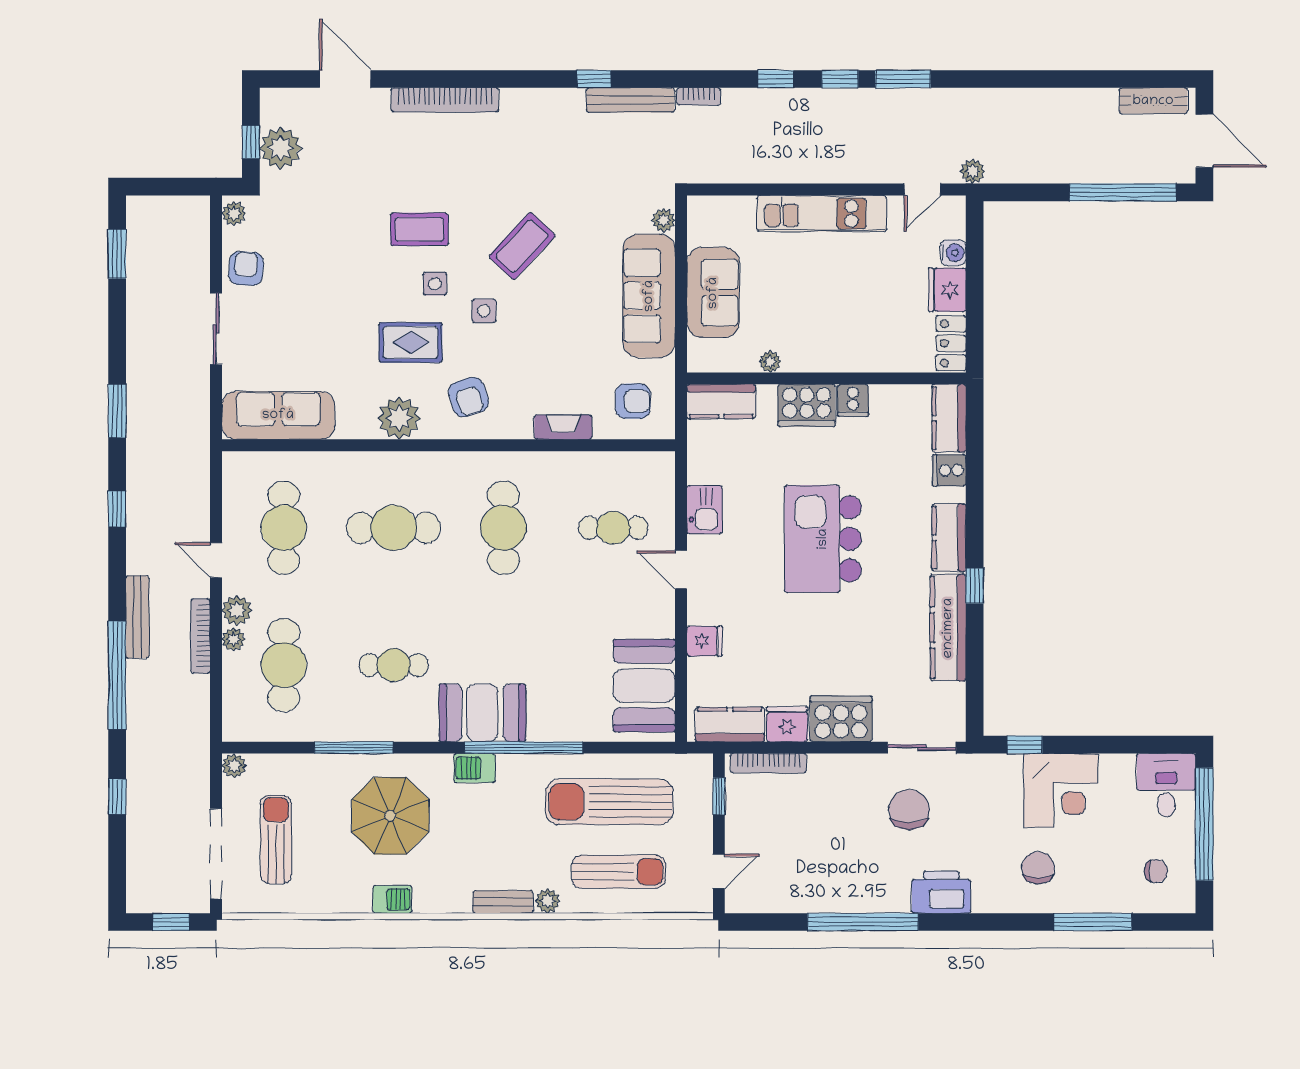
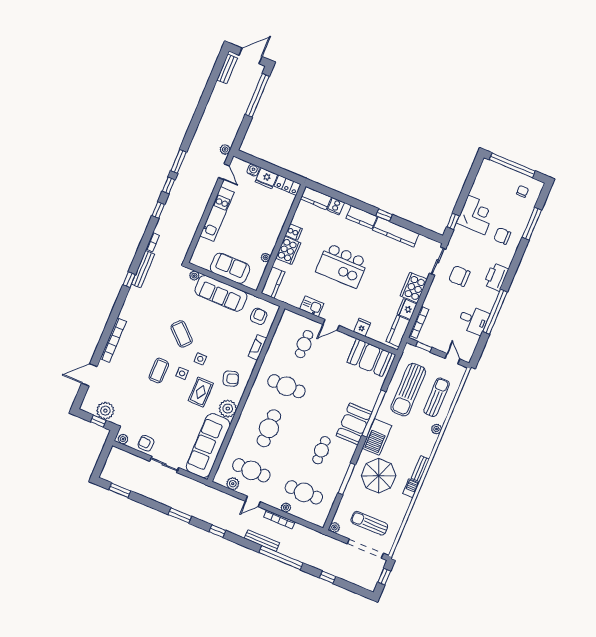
sofa: (278, 415) -> (208, 446), width x1.36, depth x1.27
plant: (237, 610) -> (233, 484), moved
barbecue: (475, 768) -> (377, 437), width x1.88, depth x1.53
desk: (1166, 785) -> (473, 320), moved, turned 180
bench: (503, 902) -> (420, 469), moved

